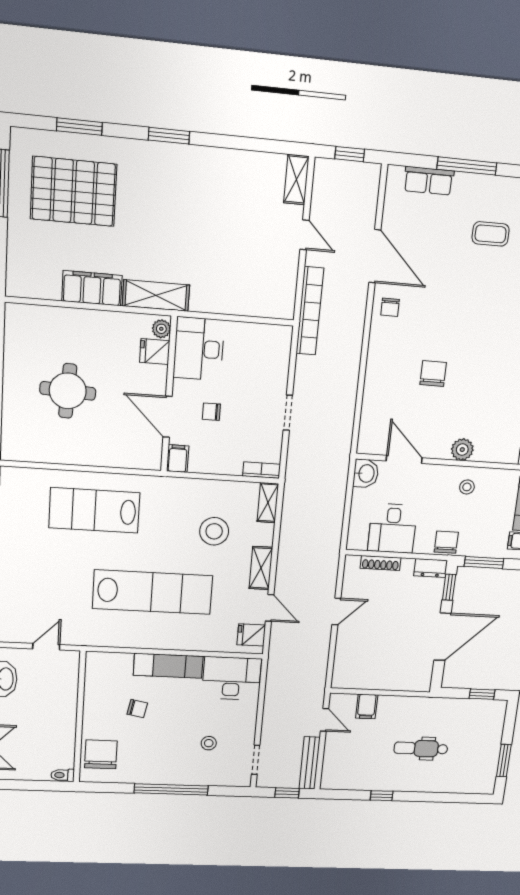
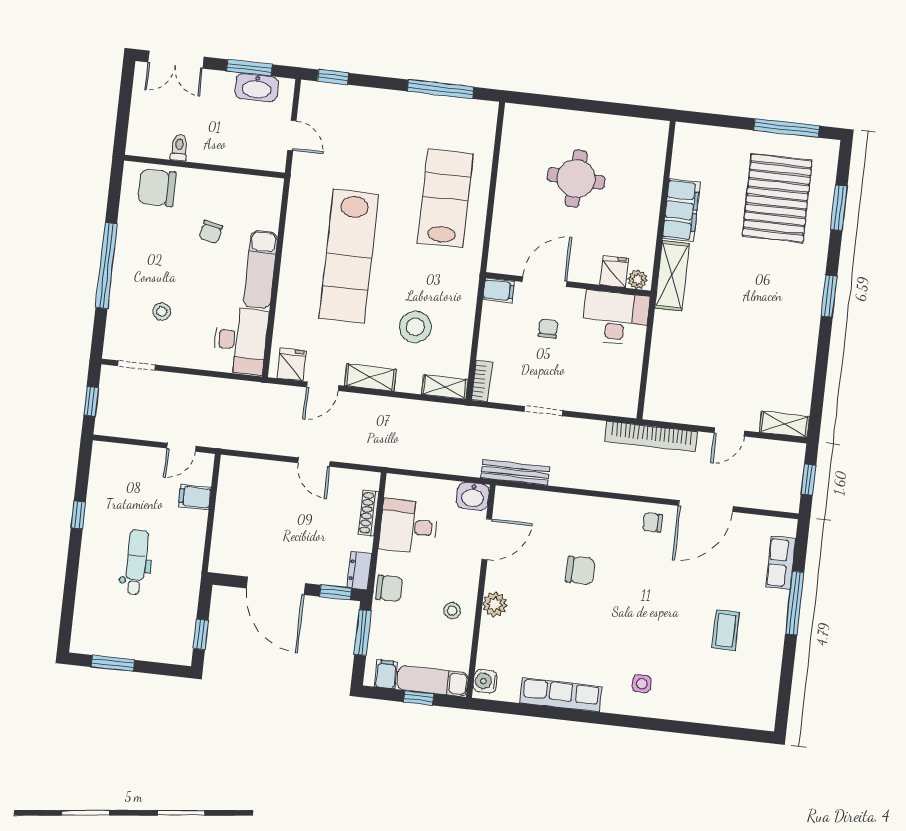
chair: (101, 754) -> (157, 188), turned 180
bench: (310, 763) -> (515, 472), moved
toilet: (63, 775) -> (179, 148), moved

